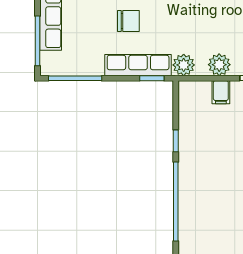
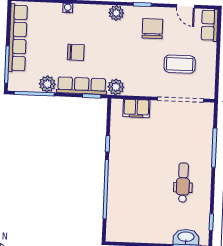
plant: (219, 65) -> (47, 84), moved
filing cabinet: (221, 92) -> (136, 108), width x2.00

